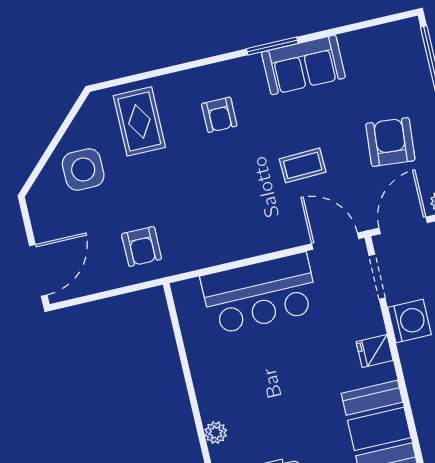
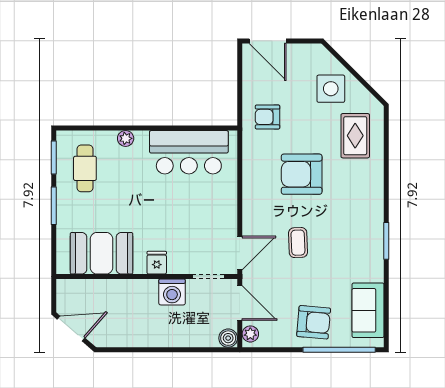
sofa: (303, 65) -> (368, 310), moved
armchair: (219, 115) -> (302, 174), moved, width x1.88, depth x1.88
rug: (139, 121) -> (355, 136), turned 90
armchair: (390, 142) -> (314, 322), moved
bar counter: (260, 293) -> (189, 152), moved, turned -90

